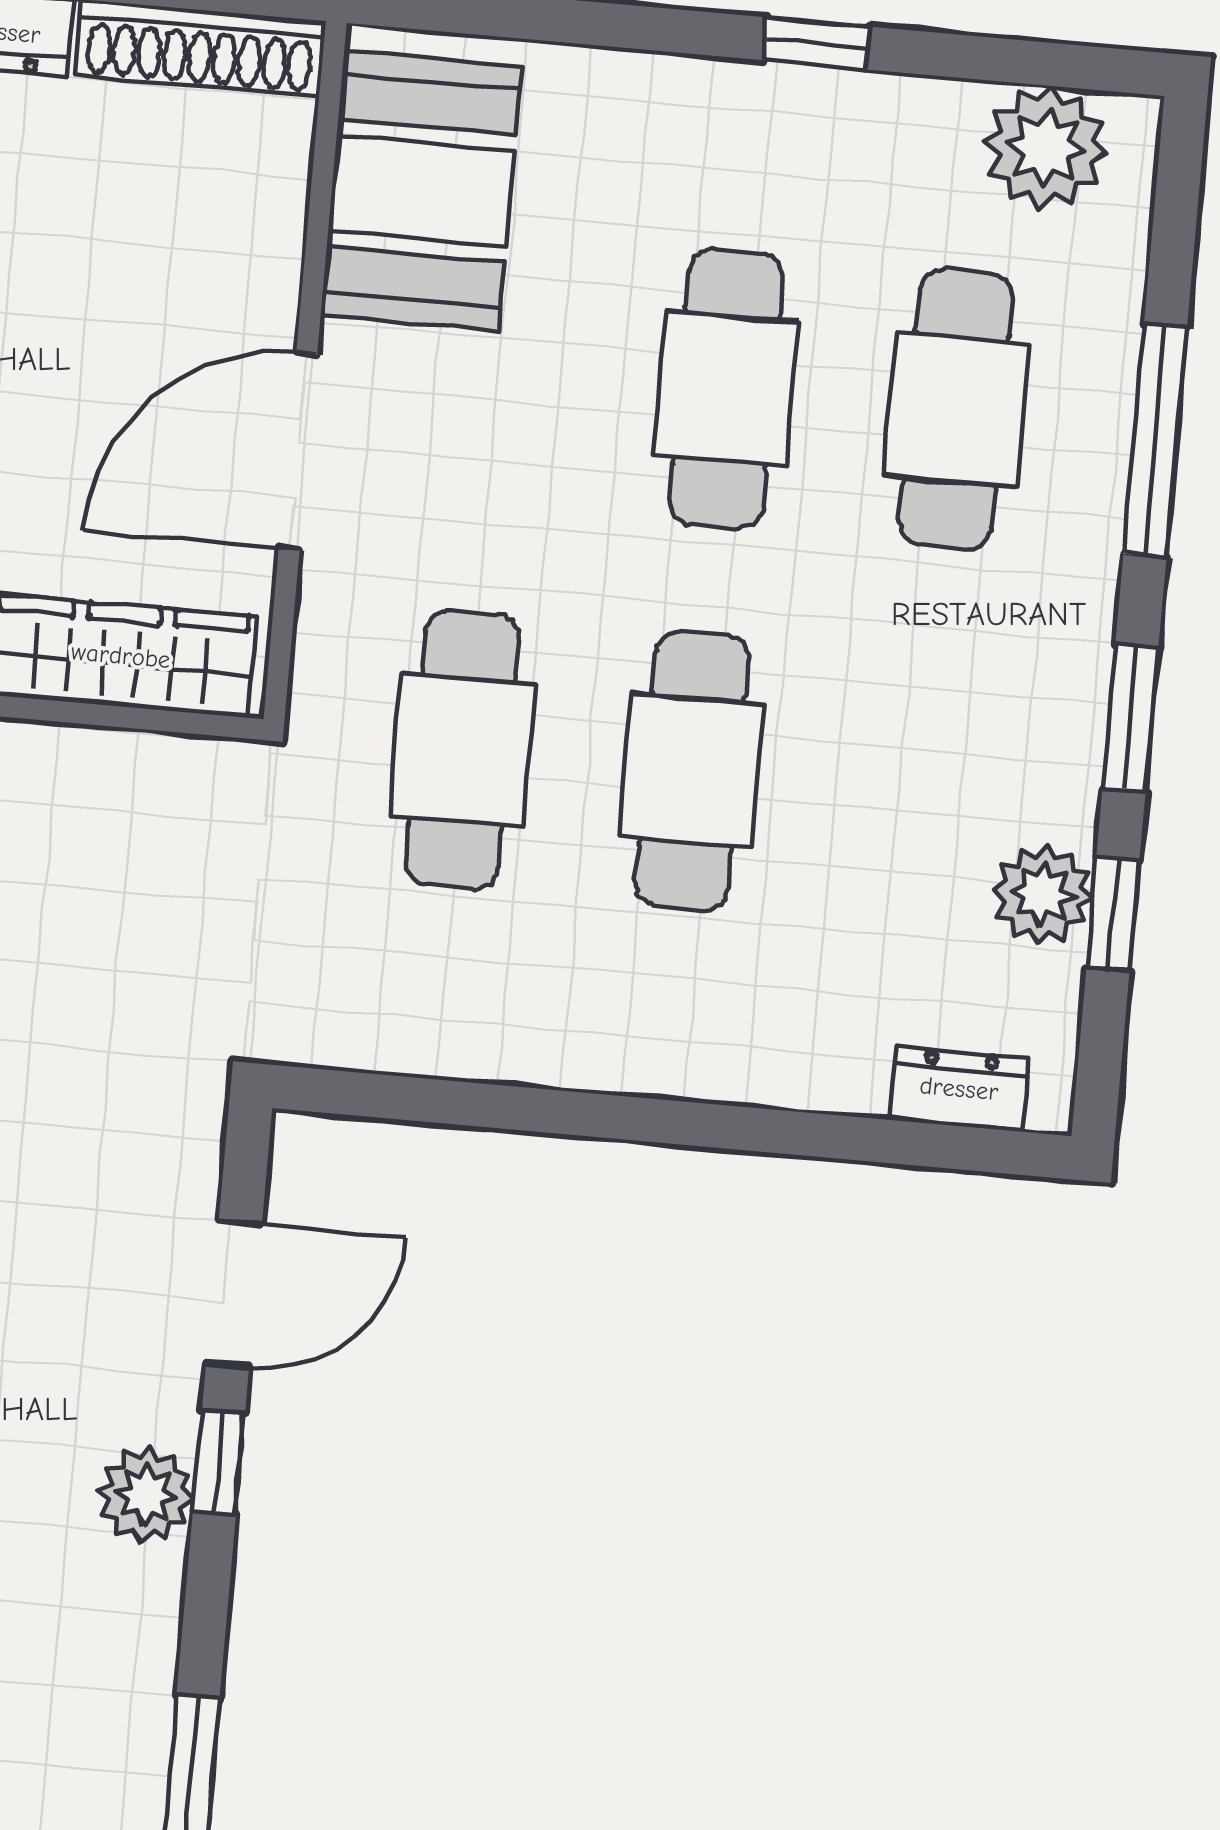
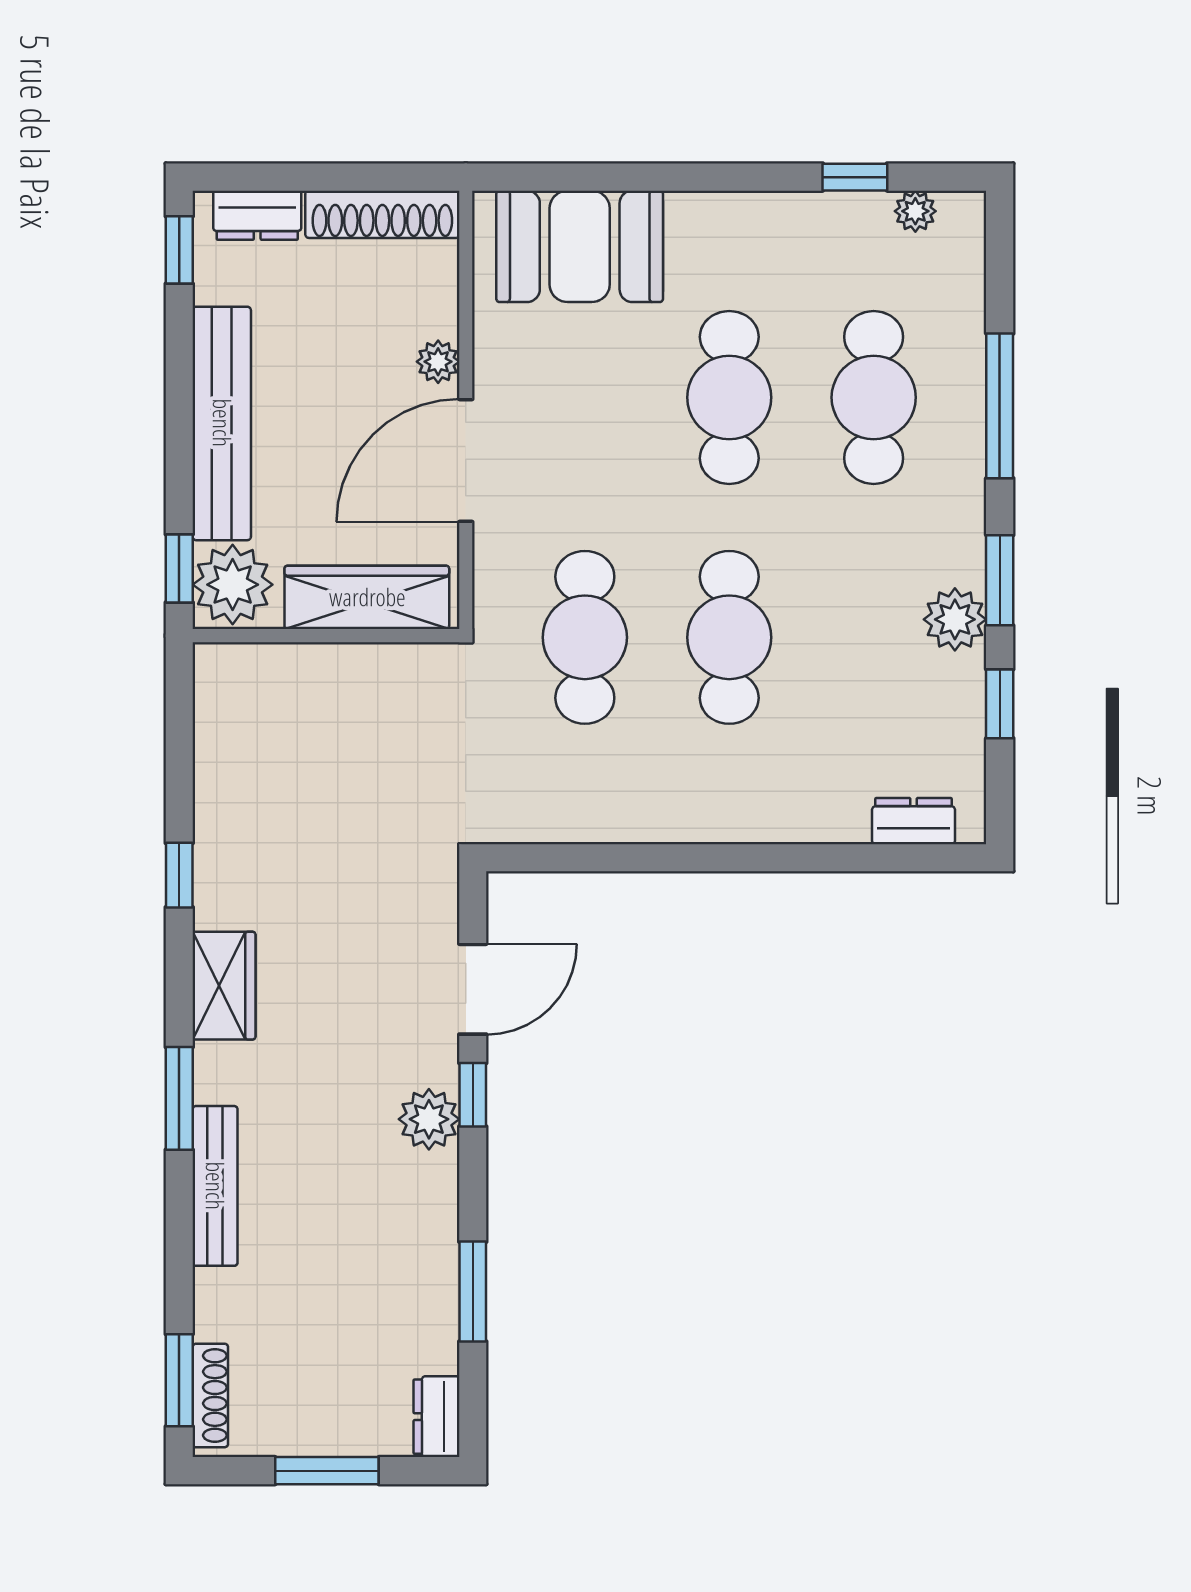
window: (816, 43) -> (855, 177), moved
plant: (1046, 148) -> (915, 211), width x0.53, depth x0.53
booth: (421, 190) -> (580, 246), moved, turned 90
plant: (268, 291) -> (438, 362), added
plant: (1043, 894) -> (955, 619), moved

